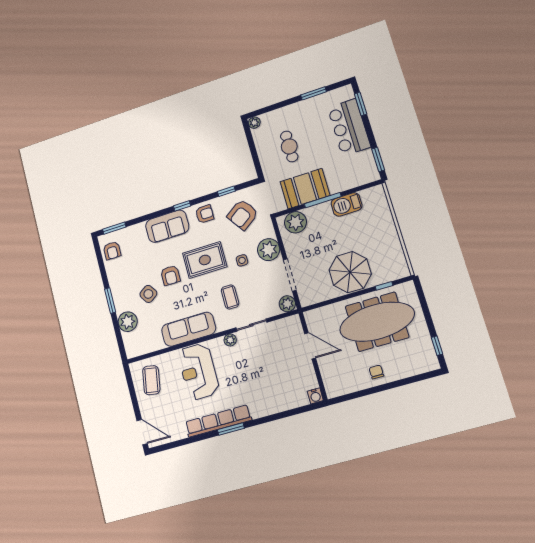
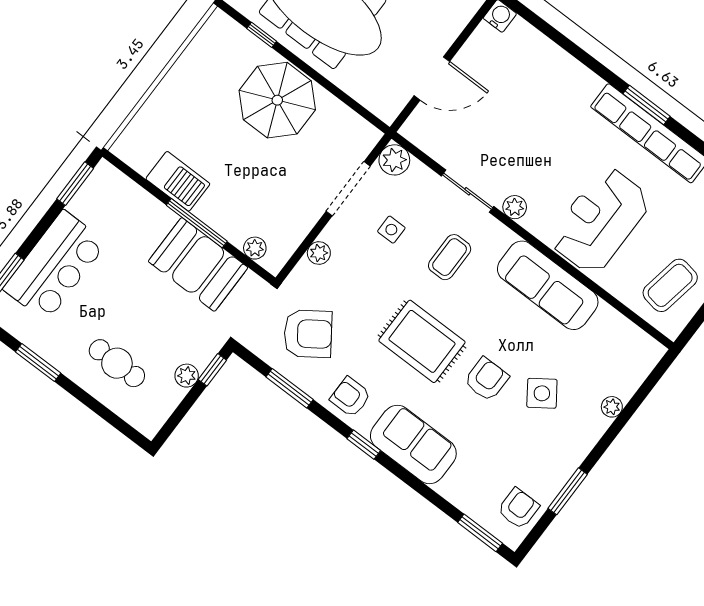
plant: (254, 123) -> (187, 376), moved
cafe table: (289, 146) -> (117, 363), moved, turned 90
window: (257, 164) -> (212, 370), added
window: (226, 191) -> (290, 388), width x1.50
plant: (295, 222) -> (255, 248), width x0.53, depth x0.53
plant: (269, 250) -> (319, 253), width x0.53, depth x0.53
side table: (242, 260) -> (391, 230), moved
window: (110, 301) -> (568, 491), moved
plant: (128, 322) -> (612, 407), width x0.53, depth x0.53
door: (310, 346) -> (432, 79), swing flipped
reception desk: (198, 372) -> (600, 220), turned 180

